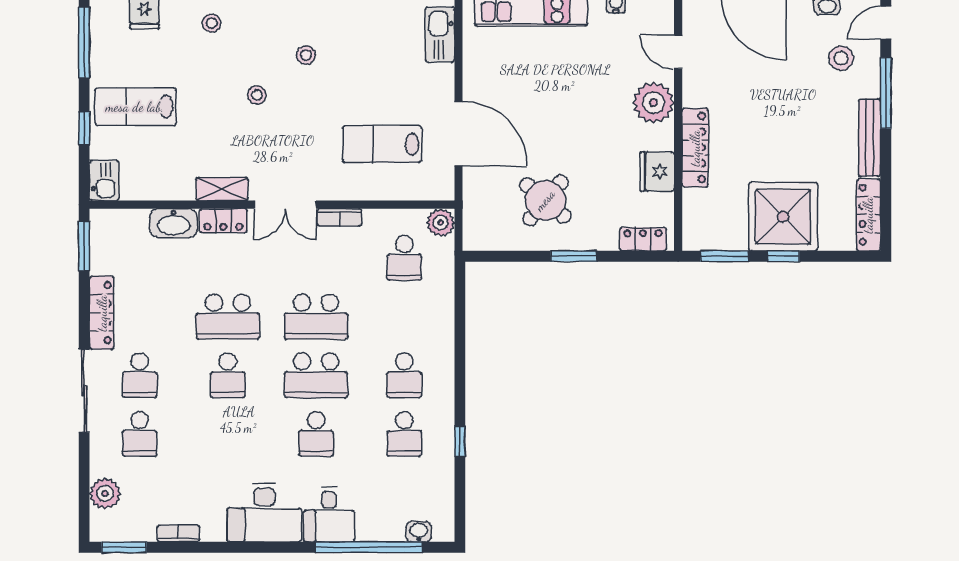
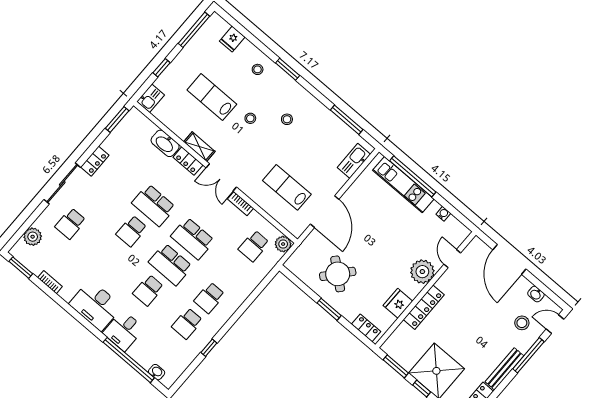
lab bench: (135, 107) -> (212, 97), moved
locker: (102, 313) -> (95, 161), width x0.66
school desk: (140, 375) -> (93, 198), removed

